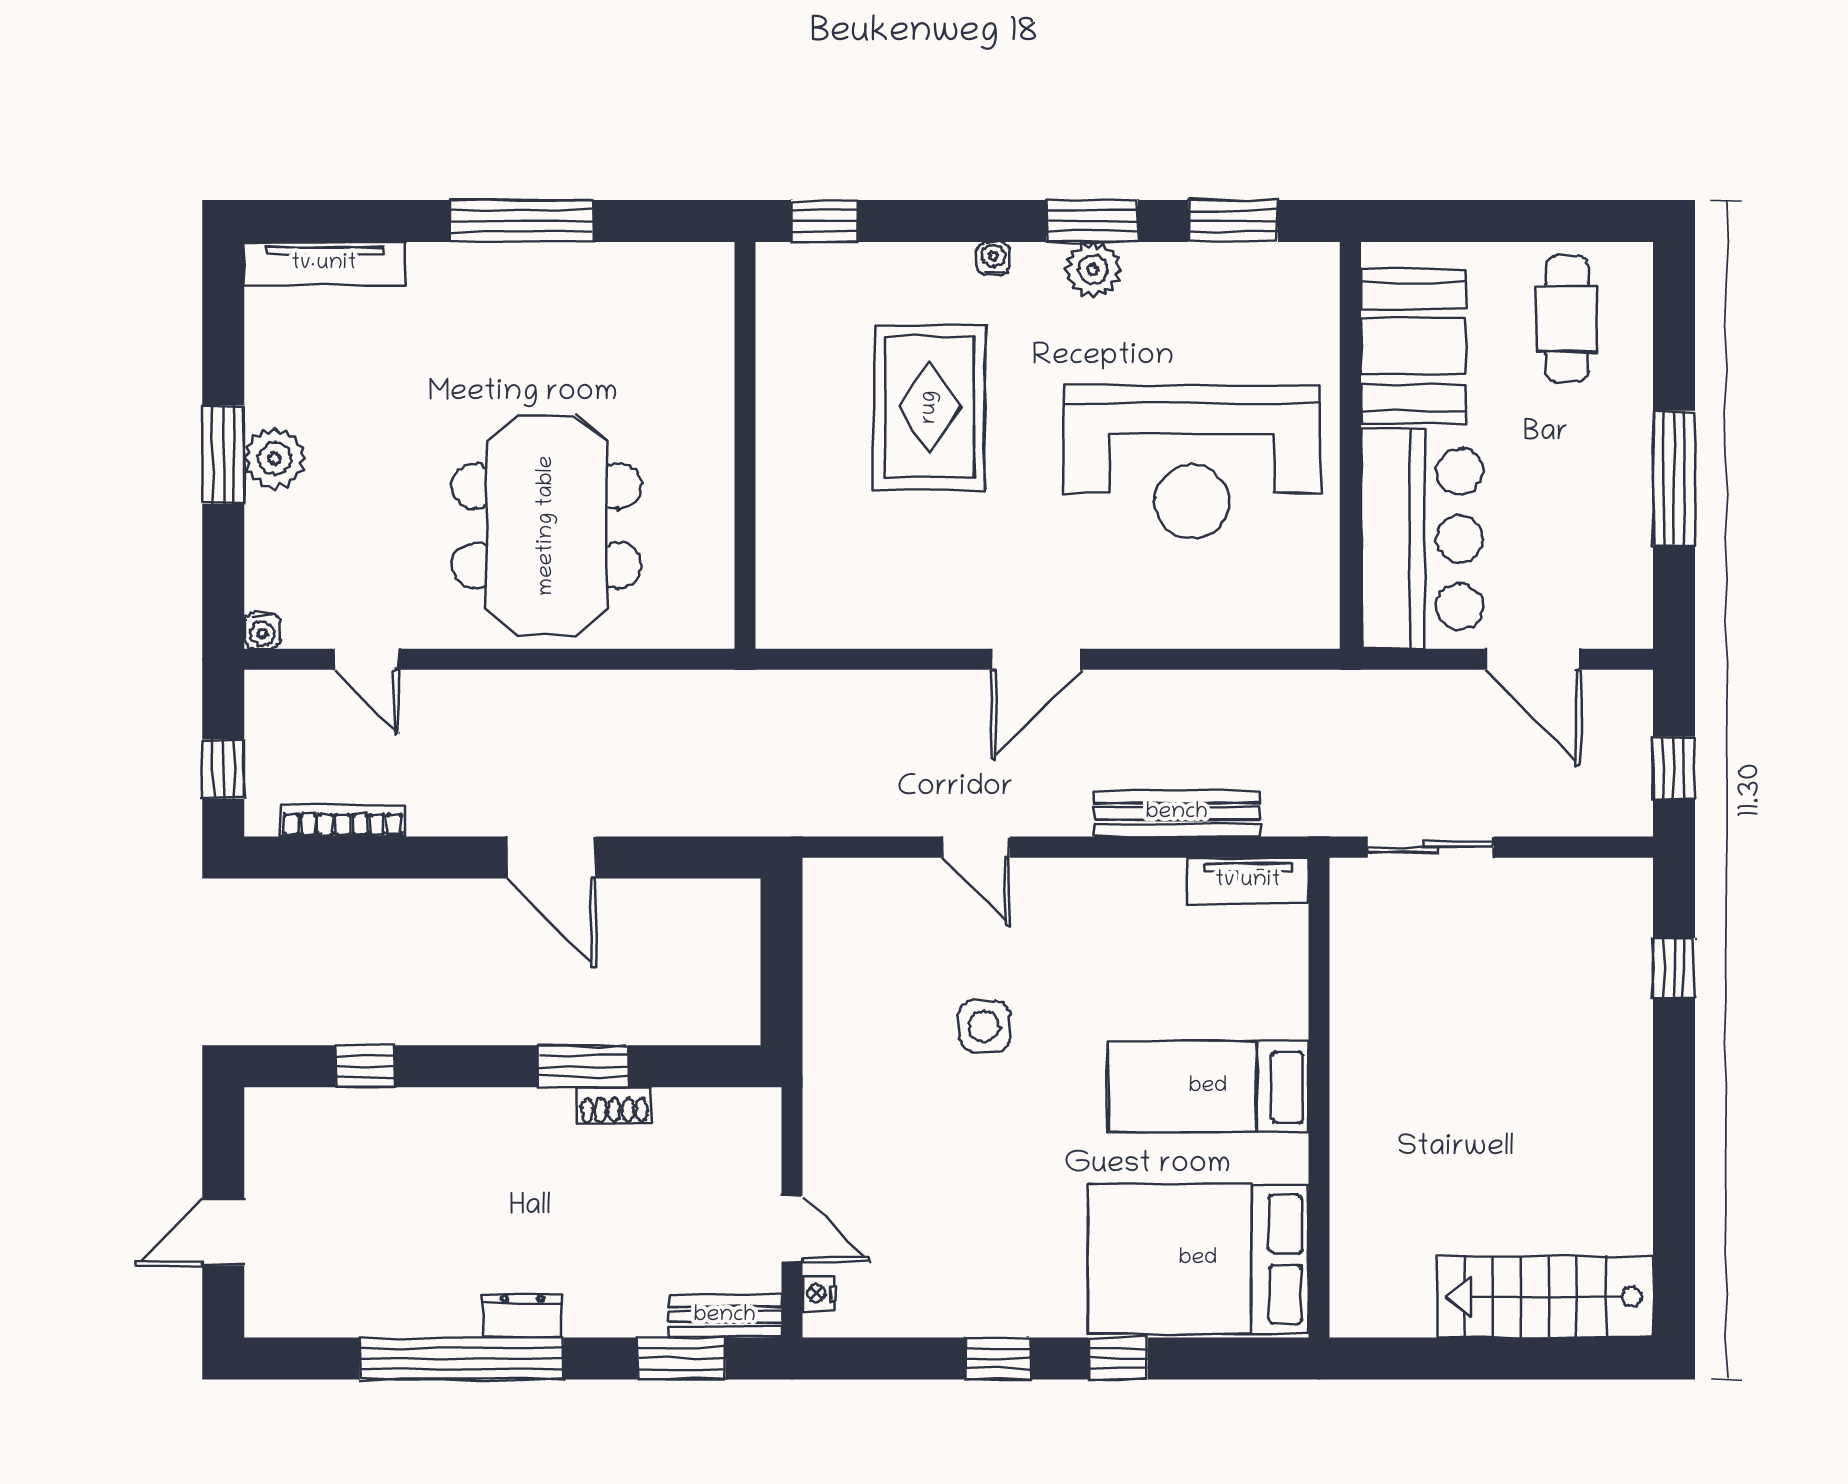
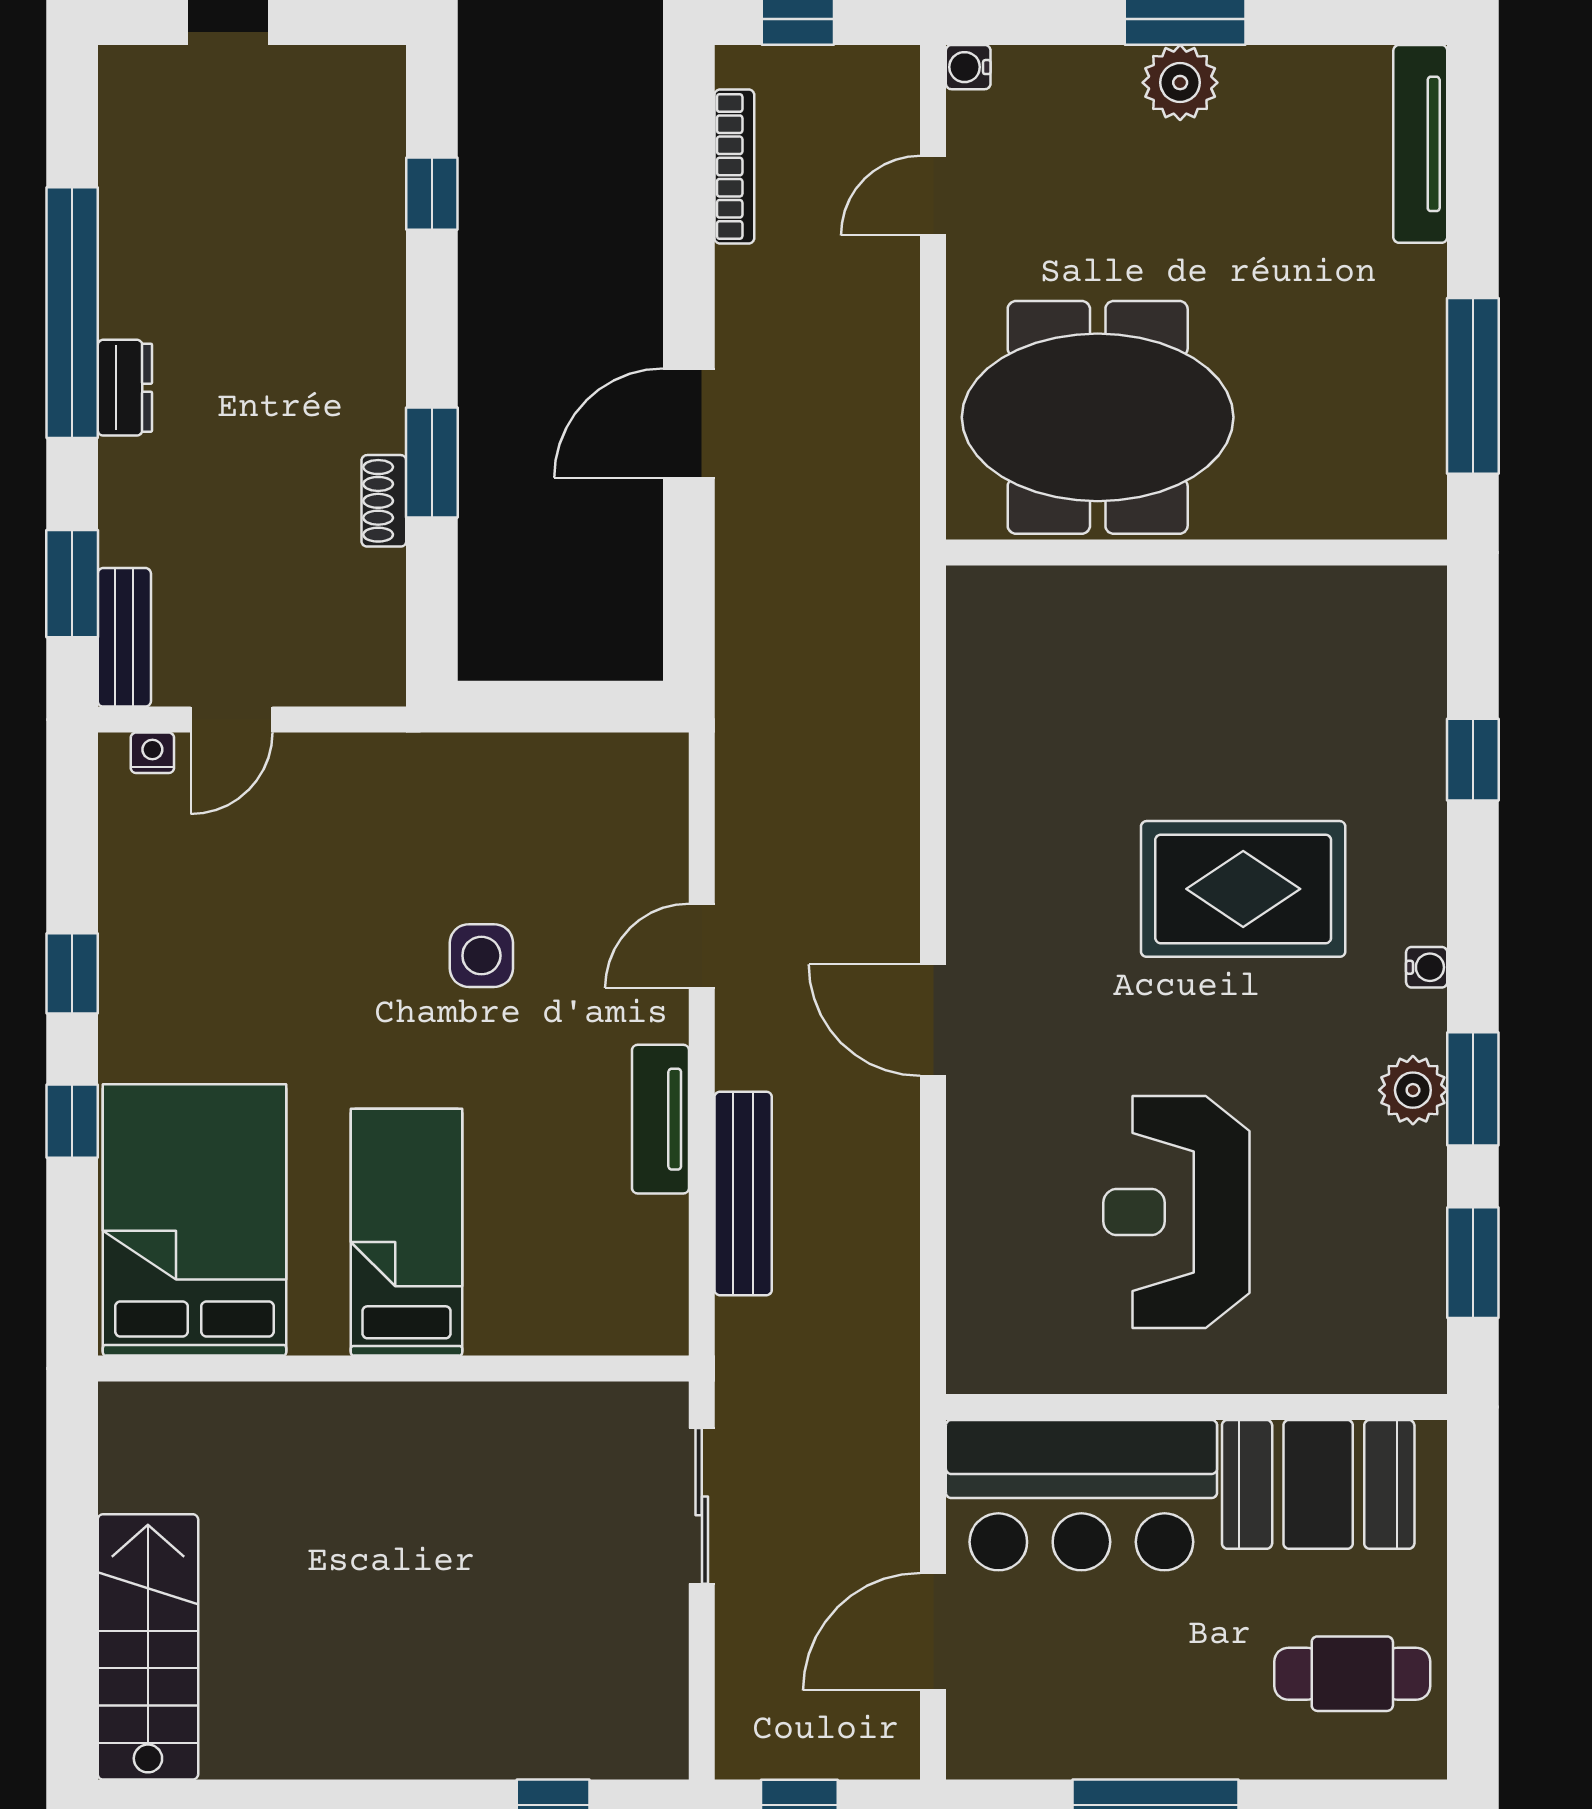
wall: (745, 445) -> (1197, 552), moved
reception desk: (1192, 462) -> (1176, 1212), width x0.74, depth x0.77
tv unit: (1248, 881) -> (661, 1119), moved

